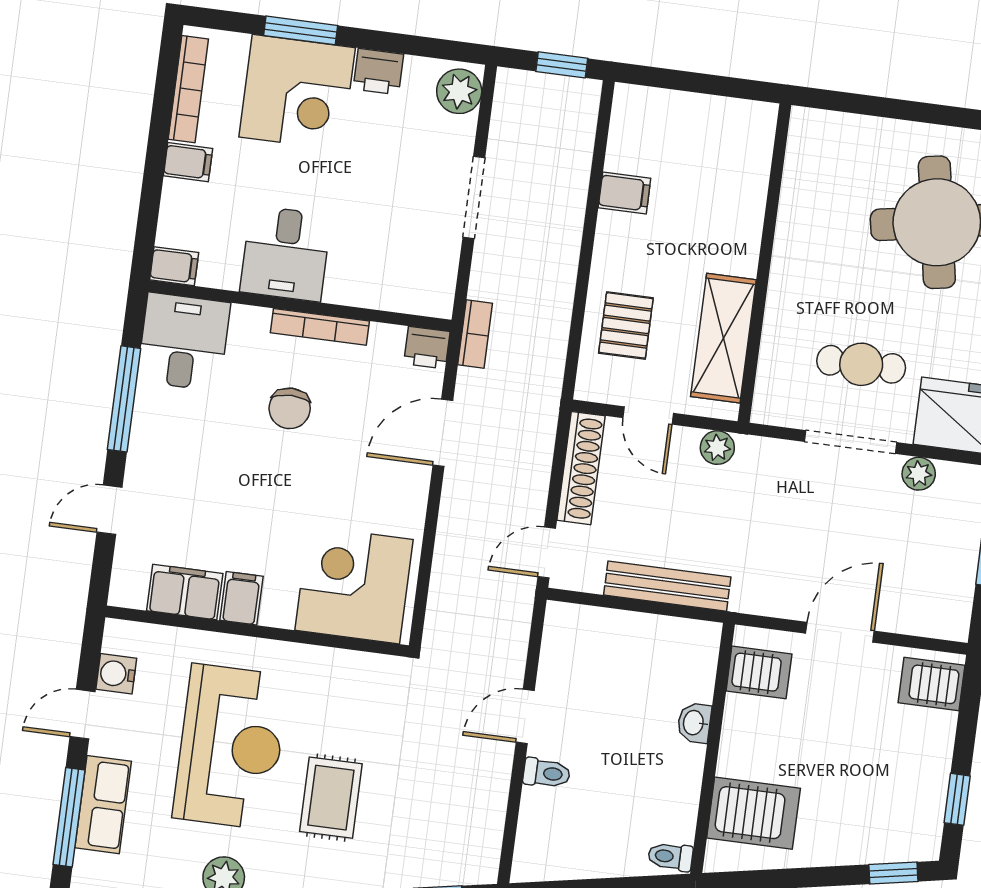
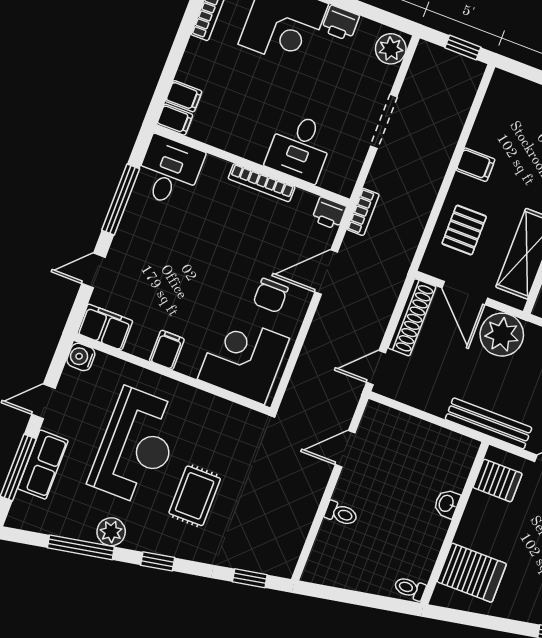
filing cabinet: (188, 162) -> (184, 96), moved
filing cabinet: (624, 193) -> (475, 165), moved
desk: (286, 253) -> (300, 148), moved
chair: (290, 408) -> (271, 296), moved
door: (648, 415) -> (465, 293), width x1.38
plant: (717, 448) -> (502, 335), width x1.88, depth x1.88
bench: (667, 586) -> (489, 423), moved
filing cabinet: (185, 592) -> (105, 327), moved
water cooler: (116, 674) -> (81, 357), moved
door: (525, 716) -> (345, 449), moved

